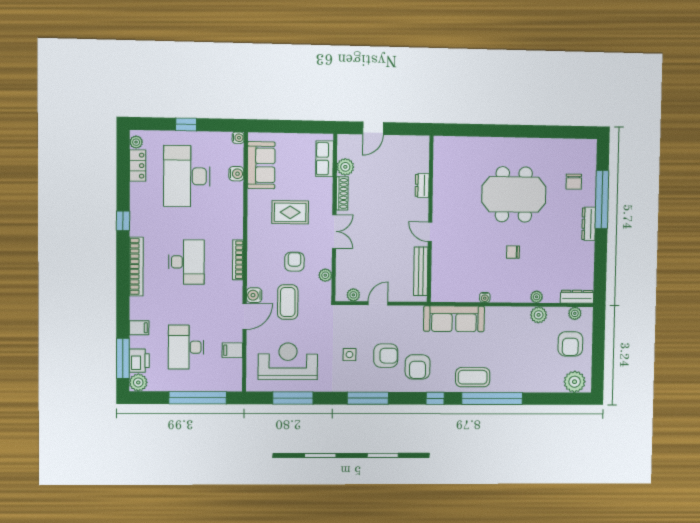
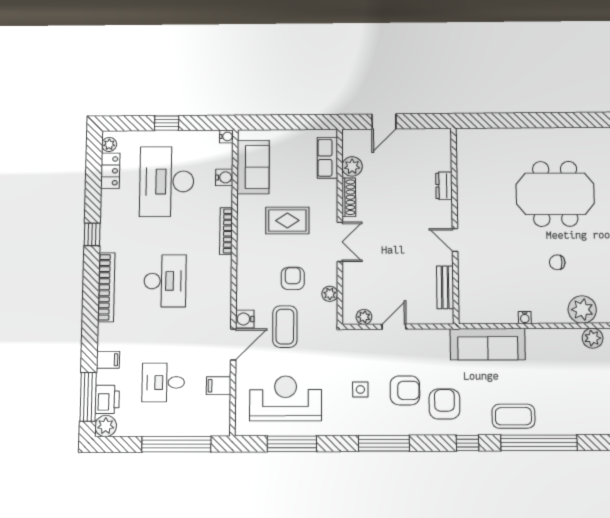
bookcase: (238, 260) -> (226, 231), moved
bench: (421, 271) -> (445, 287), width x0.73
plant: (537, 297) -> (582, 310), width x1.88, depth x1.88
desk: (186, 347) -> (163, 382), width x0.73
armchair: (418, 367) -> (444, 404), turned 180

